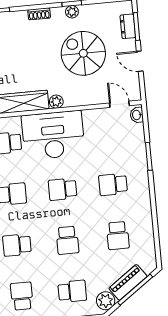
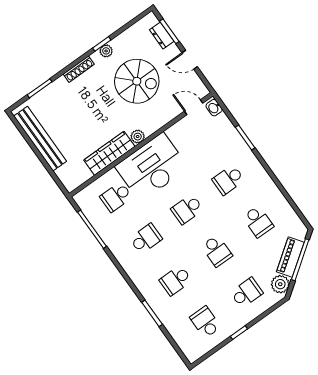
shoe rack: (39, 14) -> (79, 69), width x1.43
spiral stairs: (83, 53) -> (137, 81), turned 180

